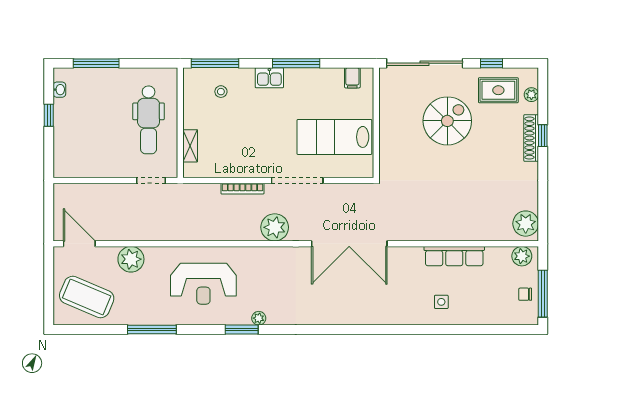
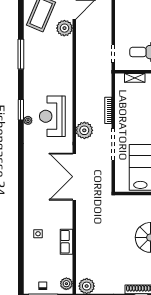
row of seats: (454, 256) -> (66, 242), width x0.68
plant: (131, 259) -> (64, 28), moved
reception desk: (203, 284) -> (52, 116), moved

